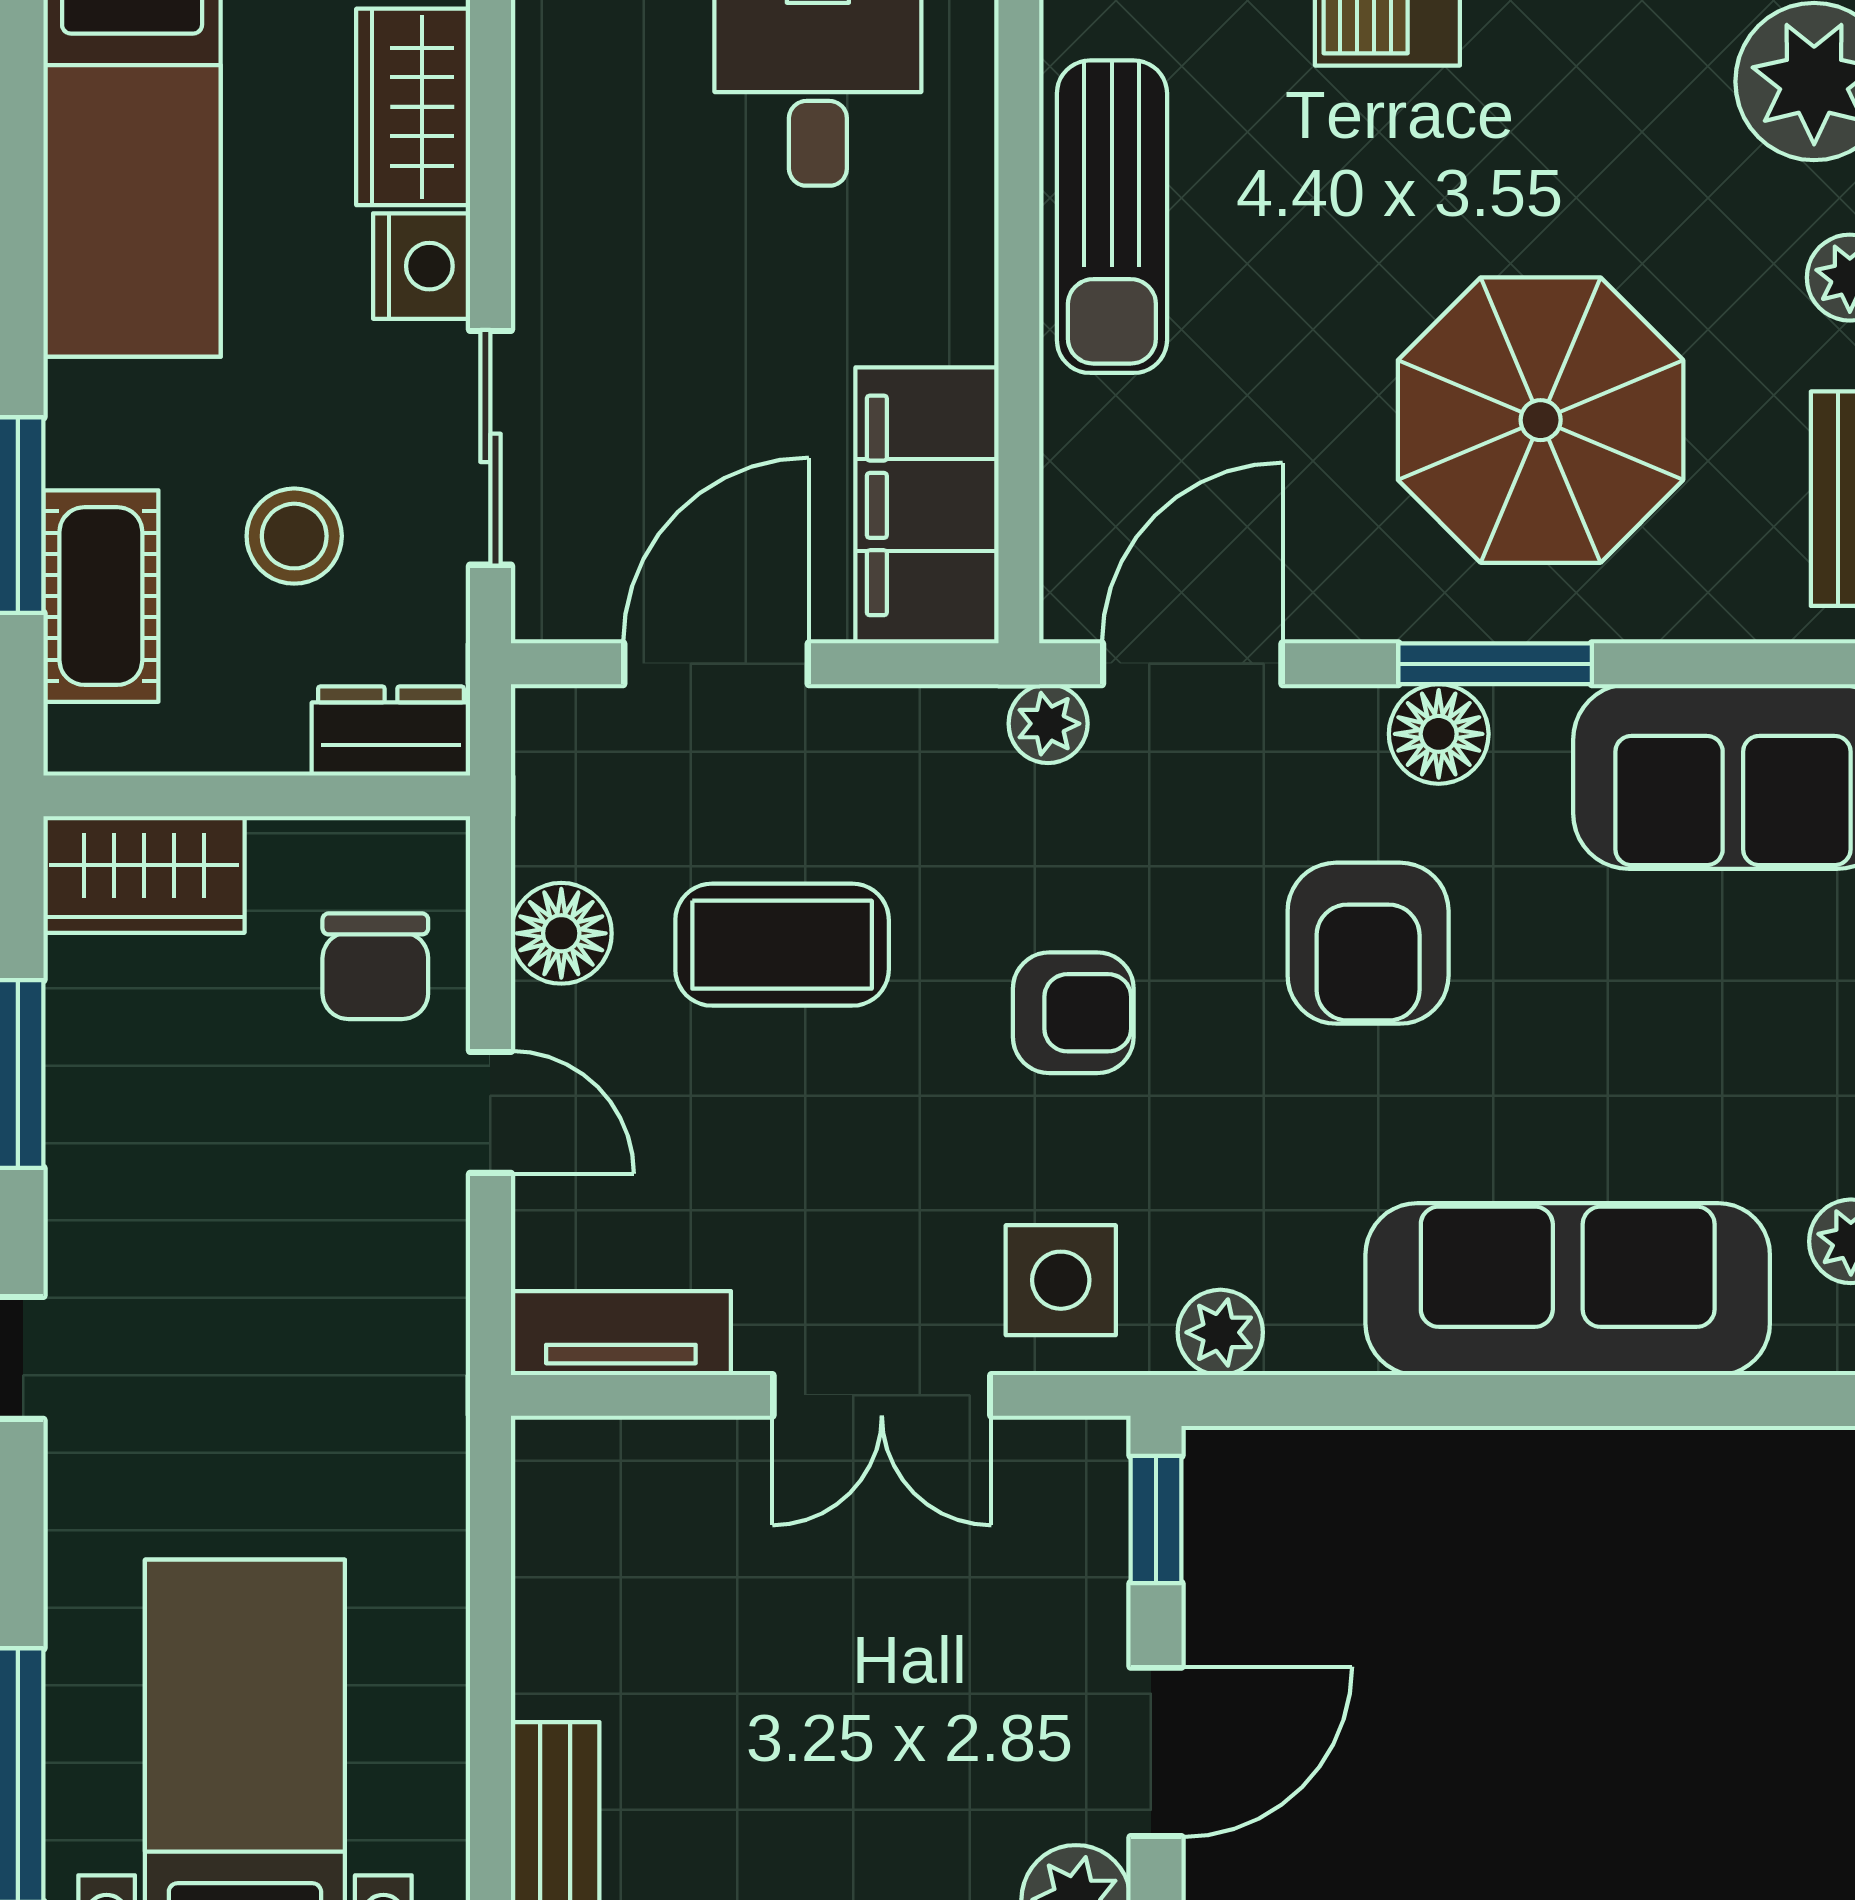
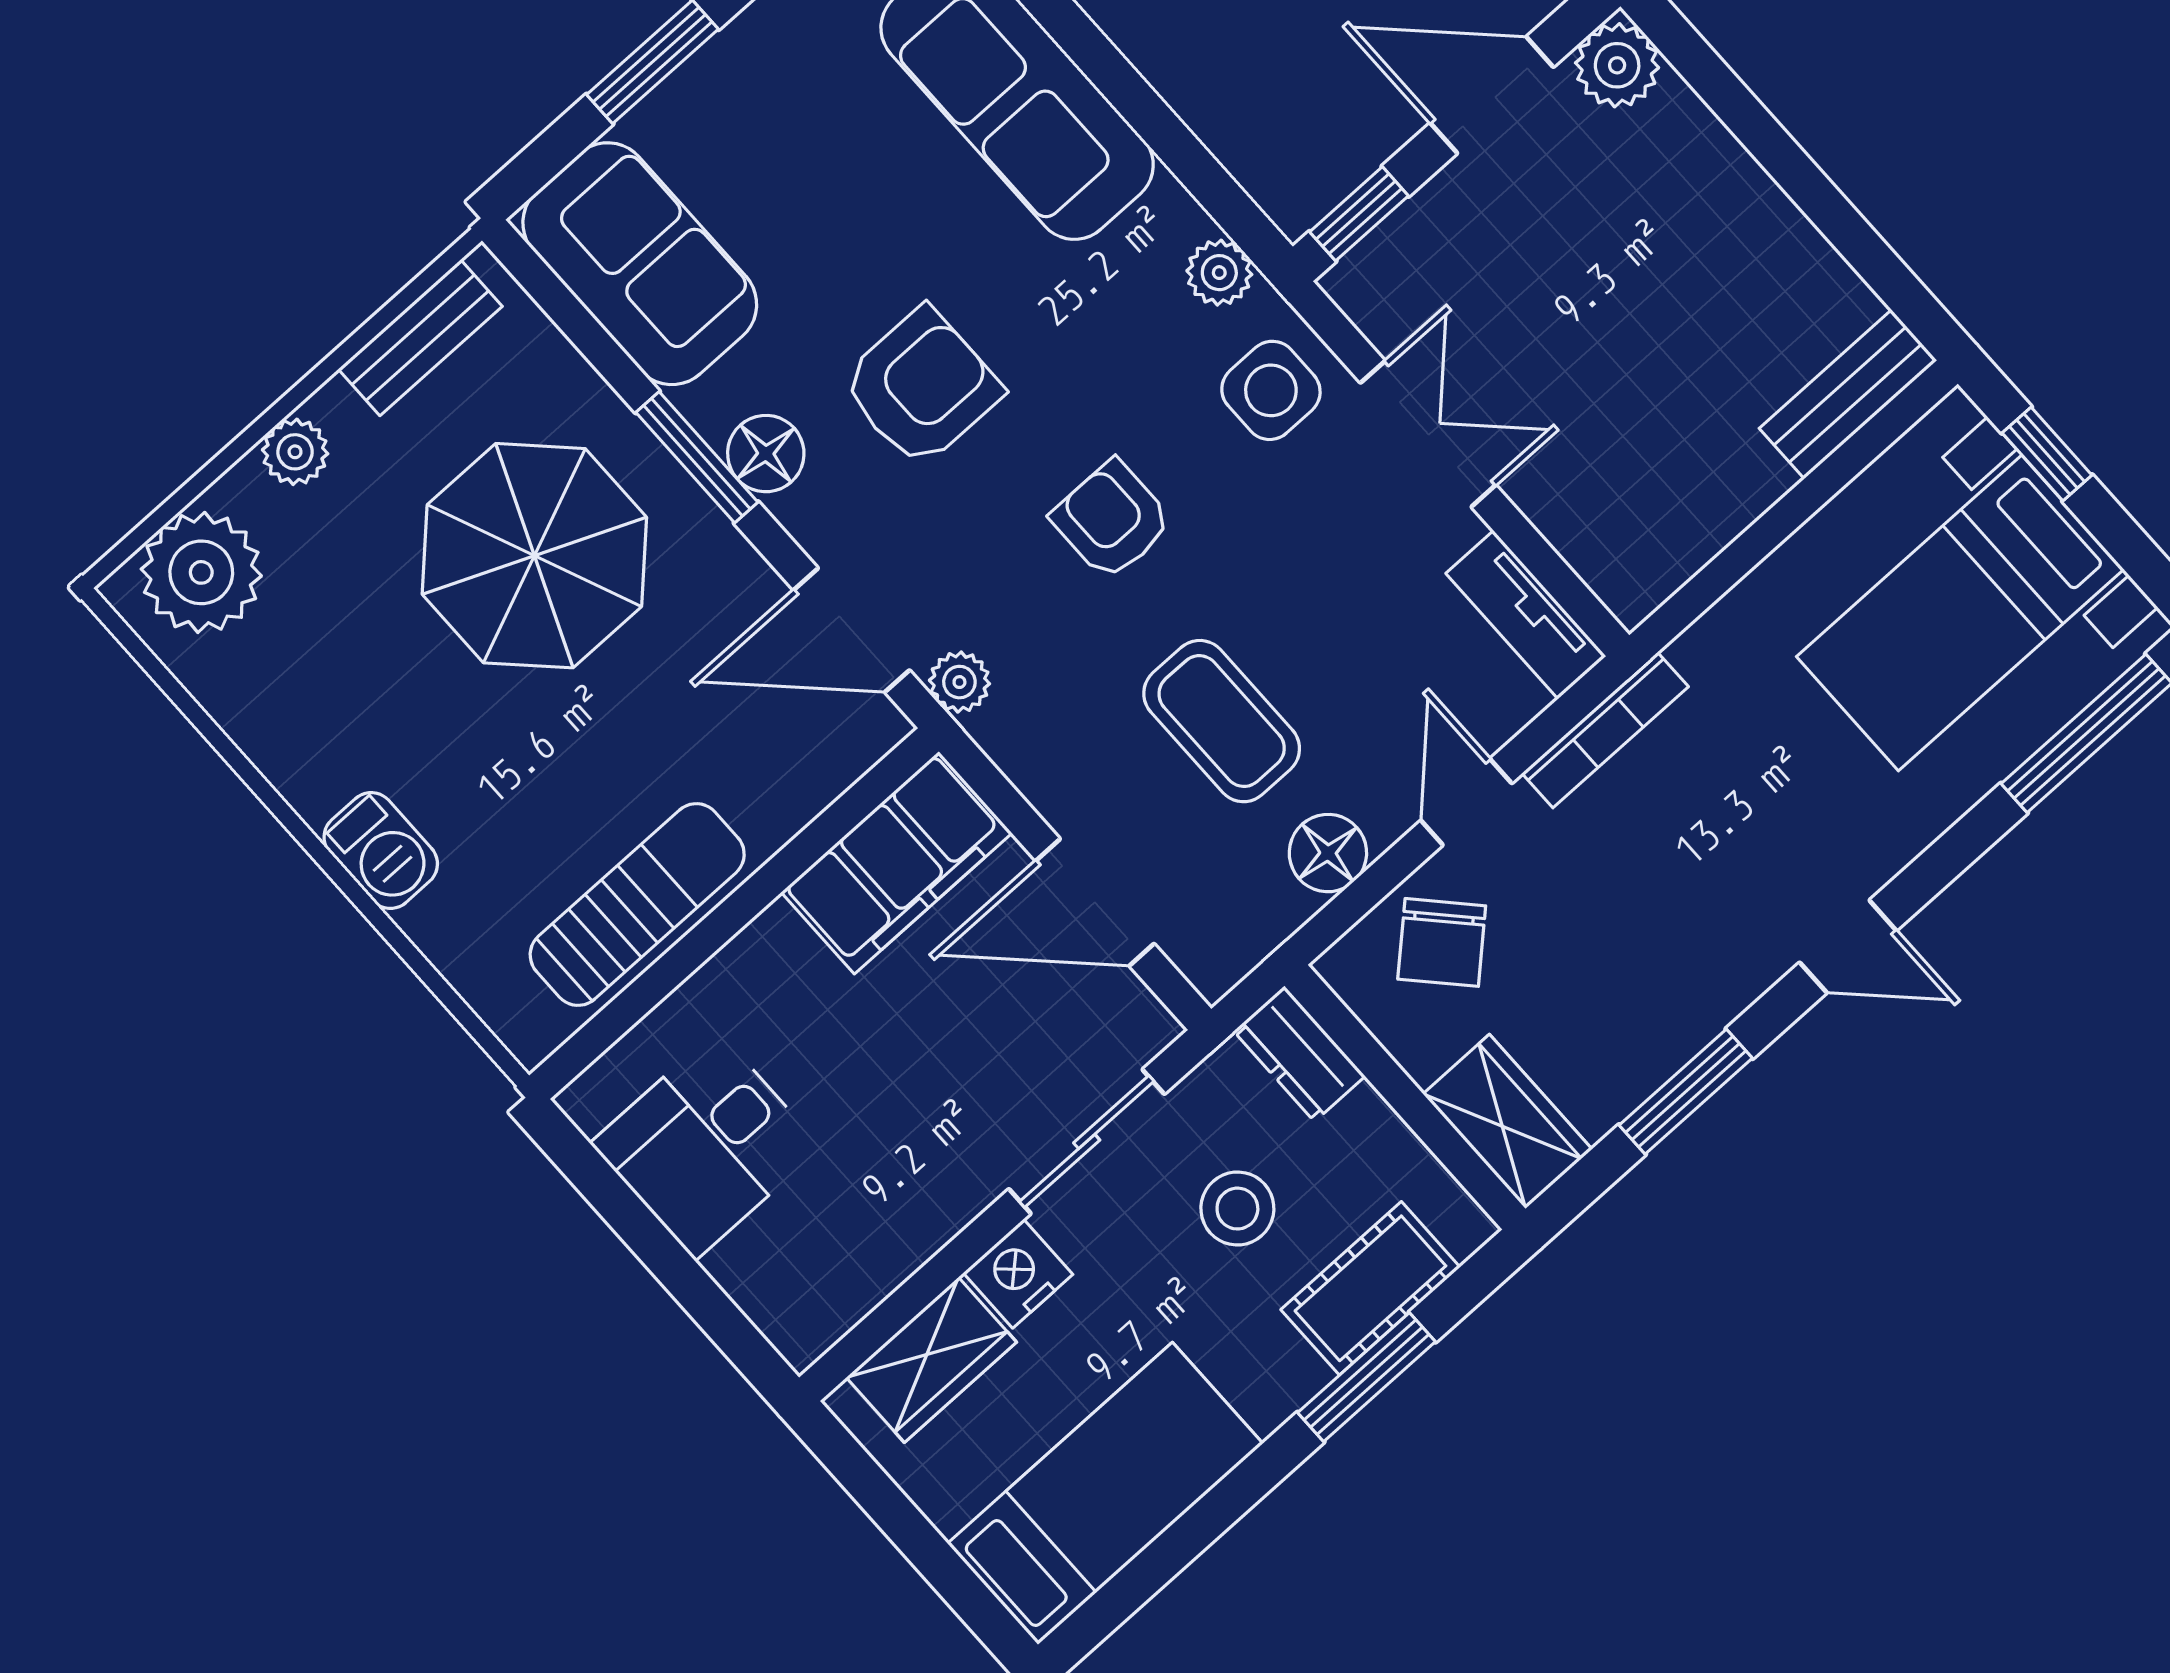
chair: (375, 966) -> (1442, 942), turned 137
bookcase: (440, 1310) -> (1605, 730), added

